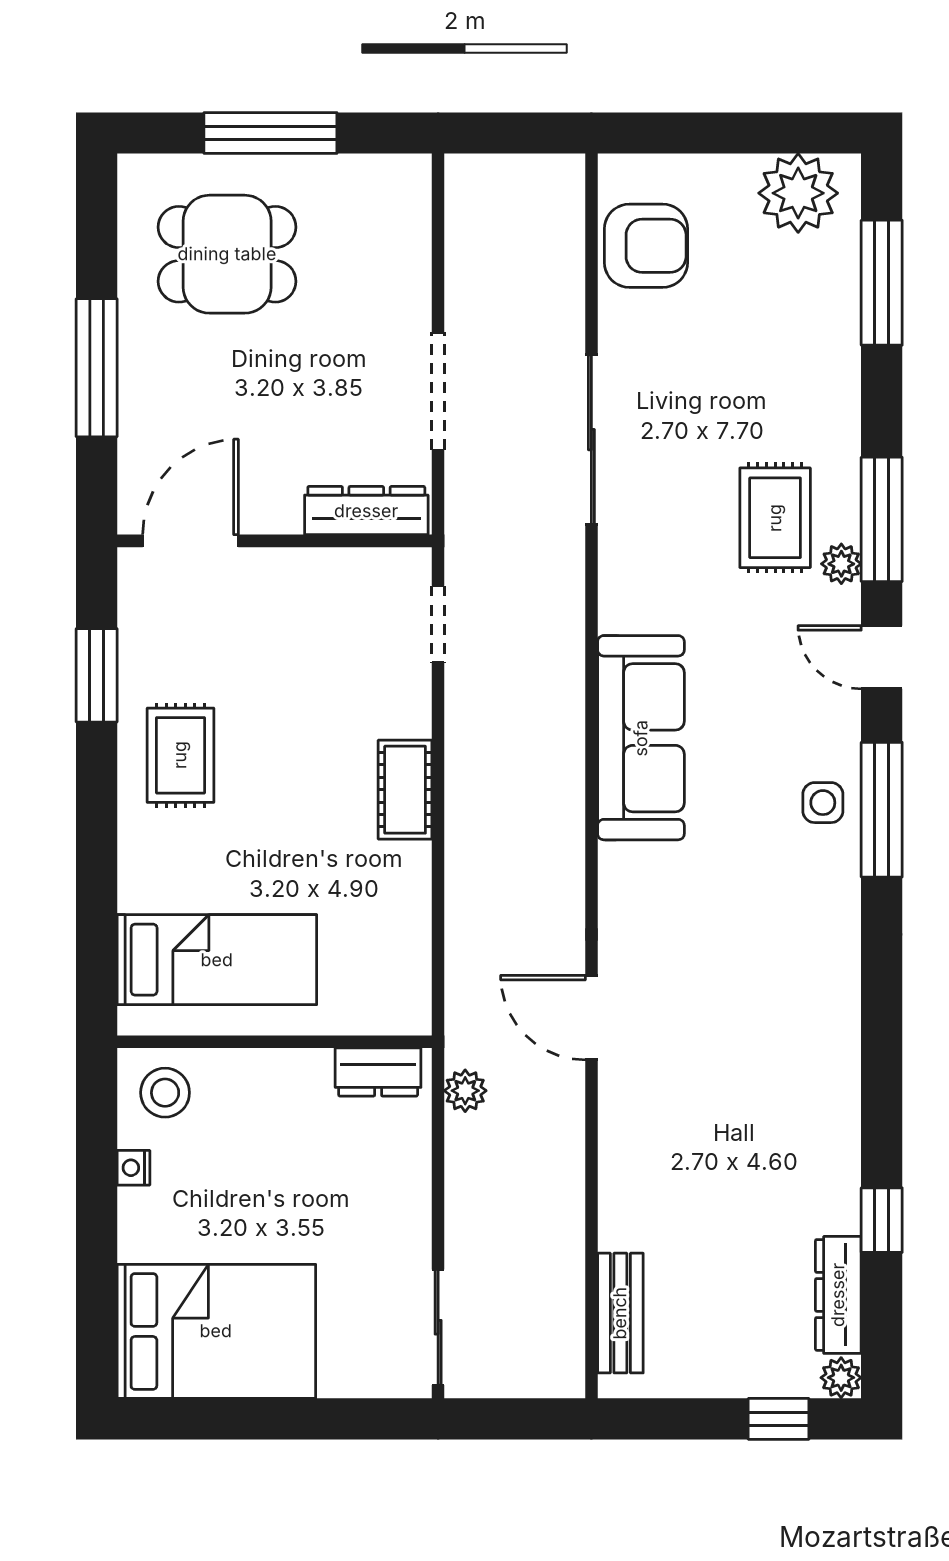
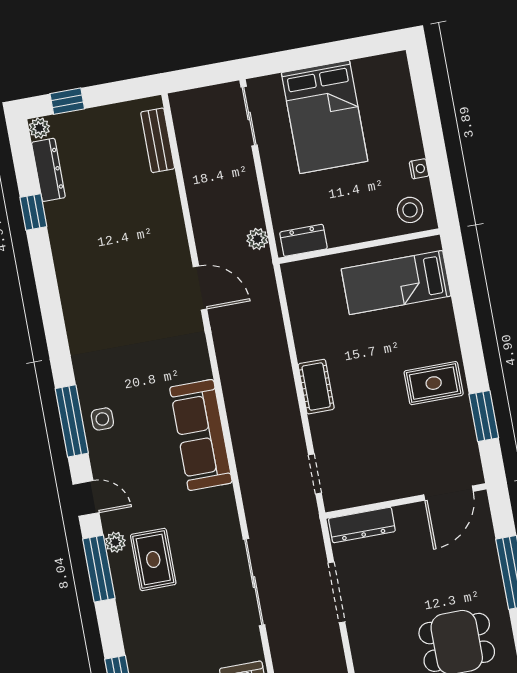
rug: (180, 755) -> (434, 383), turned 90
bed: (216, 1331) -> (325, 117), moved, turned -90

